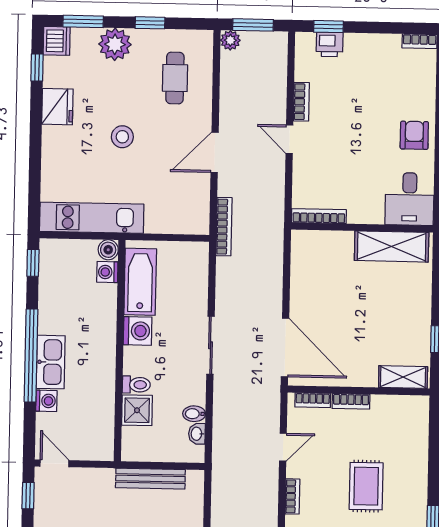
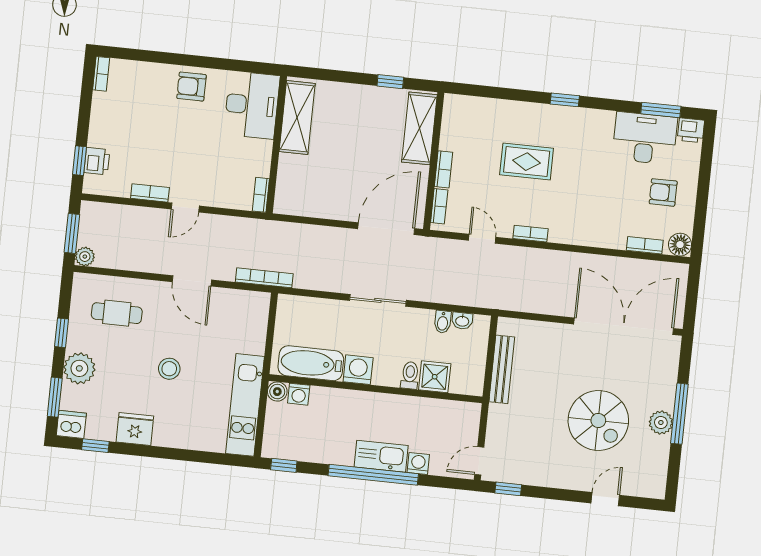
desk: (410, 199) -> (252, 105), width x1.37
bookcase: (319, 216) -> (261, 195), width x0.64
shelving: (403, 377) -> (419, 128), width x1.50, depth x1.33

